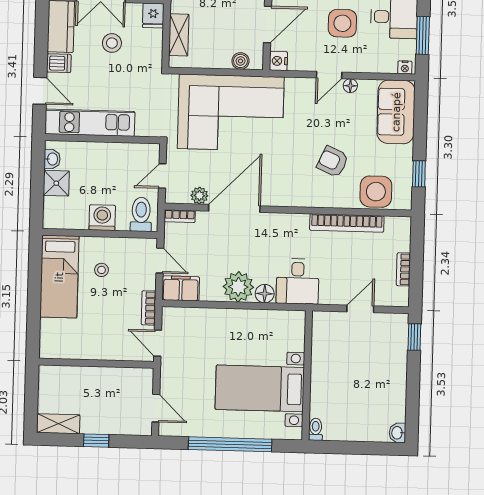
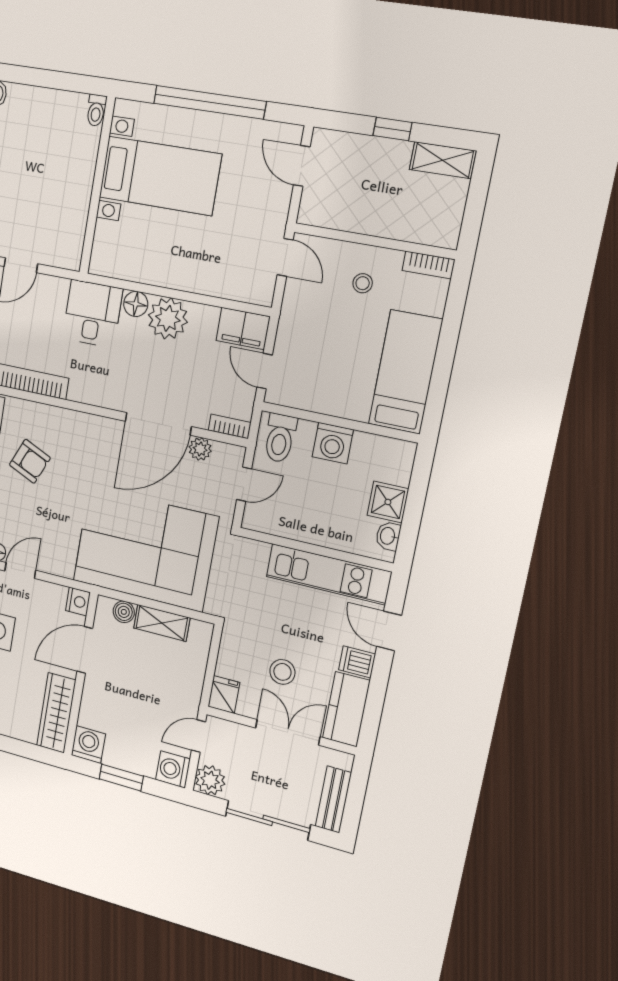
shelving: (179, 35) -> (162, 623), moved, turned 90
stool: (102, 270) -> (363, 283), moved
bookcase: (149, 308) -> (428, 265), moved, turned 90

